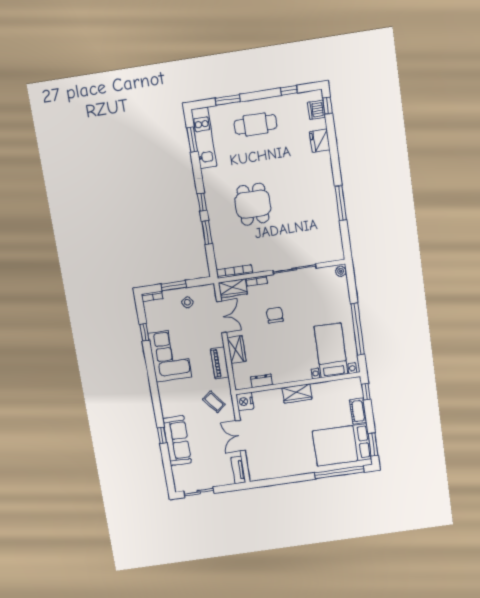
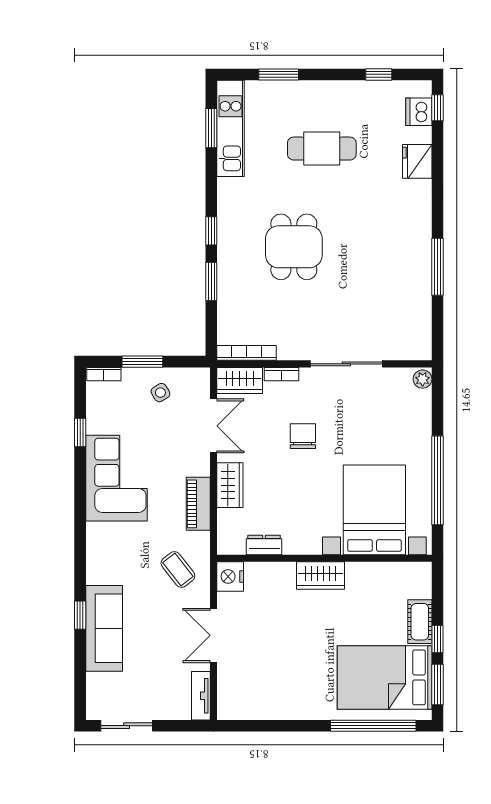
cafe table: (255, 124) -> (322, 149), moved
bed with nightstands: (331, 350) -> (374, 510), width x1.36
window: (366, 392) -> (437, 639), moved

